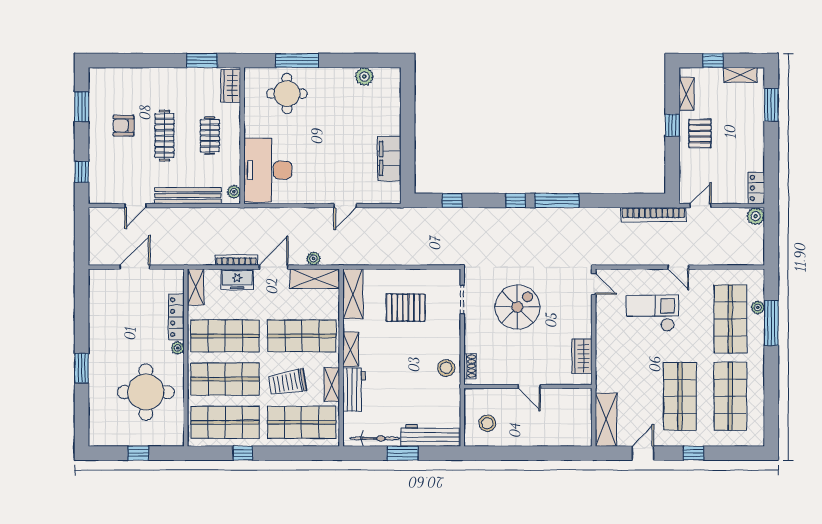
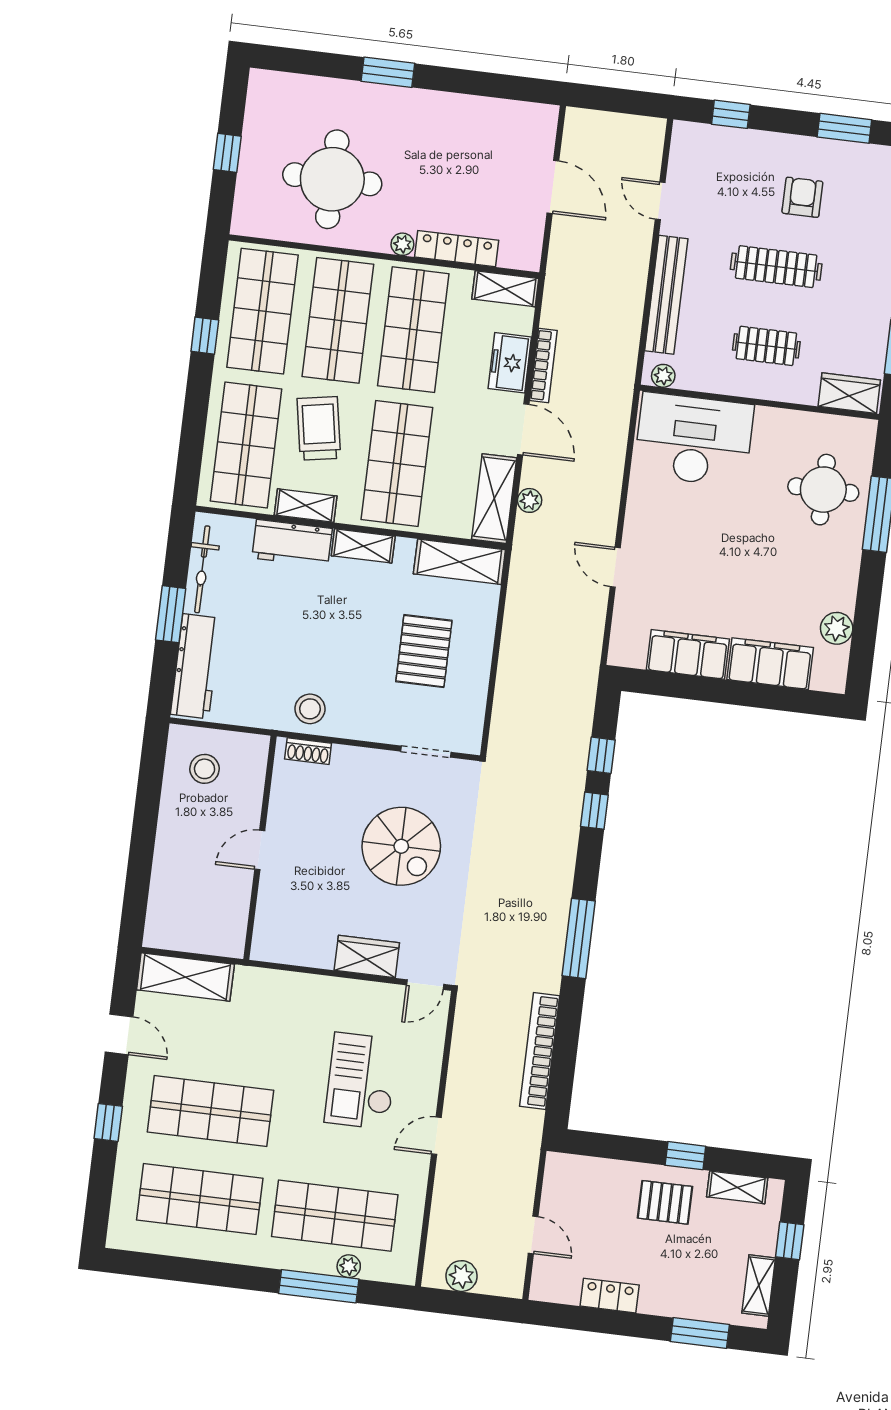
filing cabinet: (389, 112) -> (770, 664), added
locker: (756, 188) -> (610, 1296), moved
window: (516, 200) -> (594, 811), moved
door: (701, 206) -> (533, 1235), moved
bookcase: (653, 215) -> (540, 1051), moved
plant: (756, 216) -> (462, 1276), moved
checkout: (652, 313) -> (361, 1081), turned 180
wardrobe: (582, 356) -> (367, 956), moved

